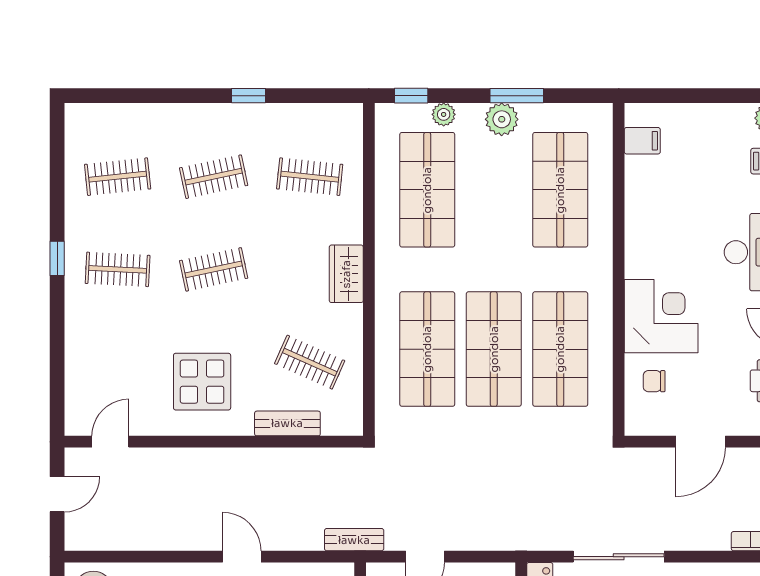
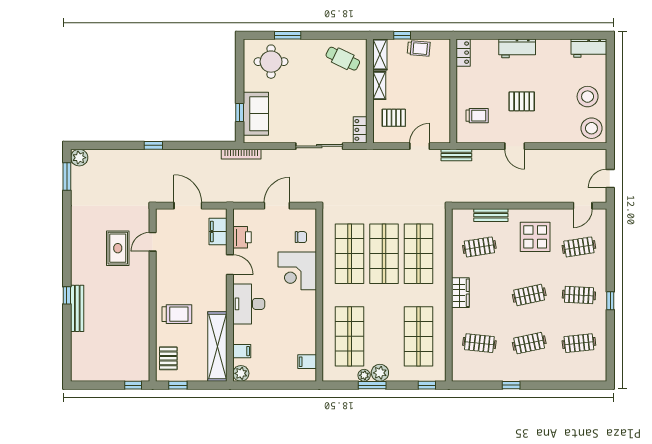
plant: (444, 114) -> (364, 375), moved
clothes rail: (118, 362) -> (579, 247), added
clothes rail: (310, 362) -> (479, 247), turned -33

